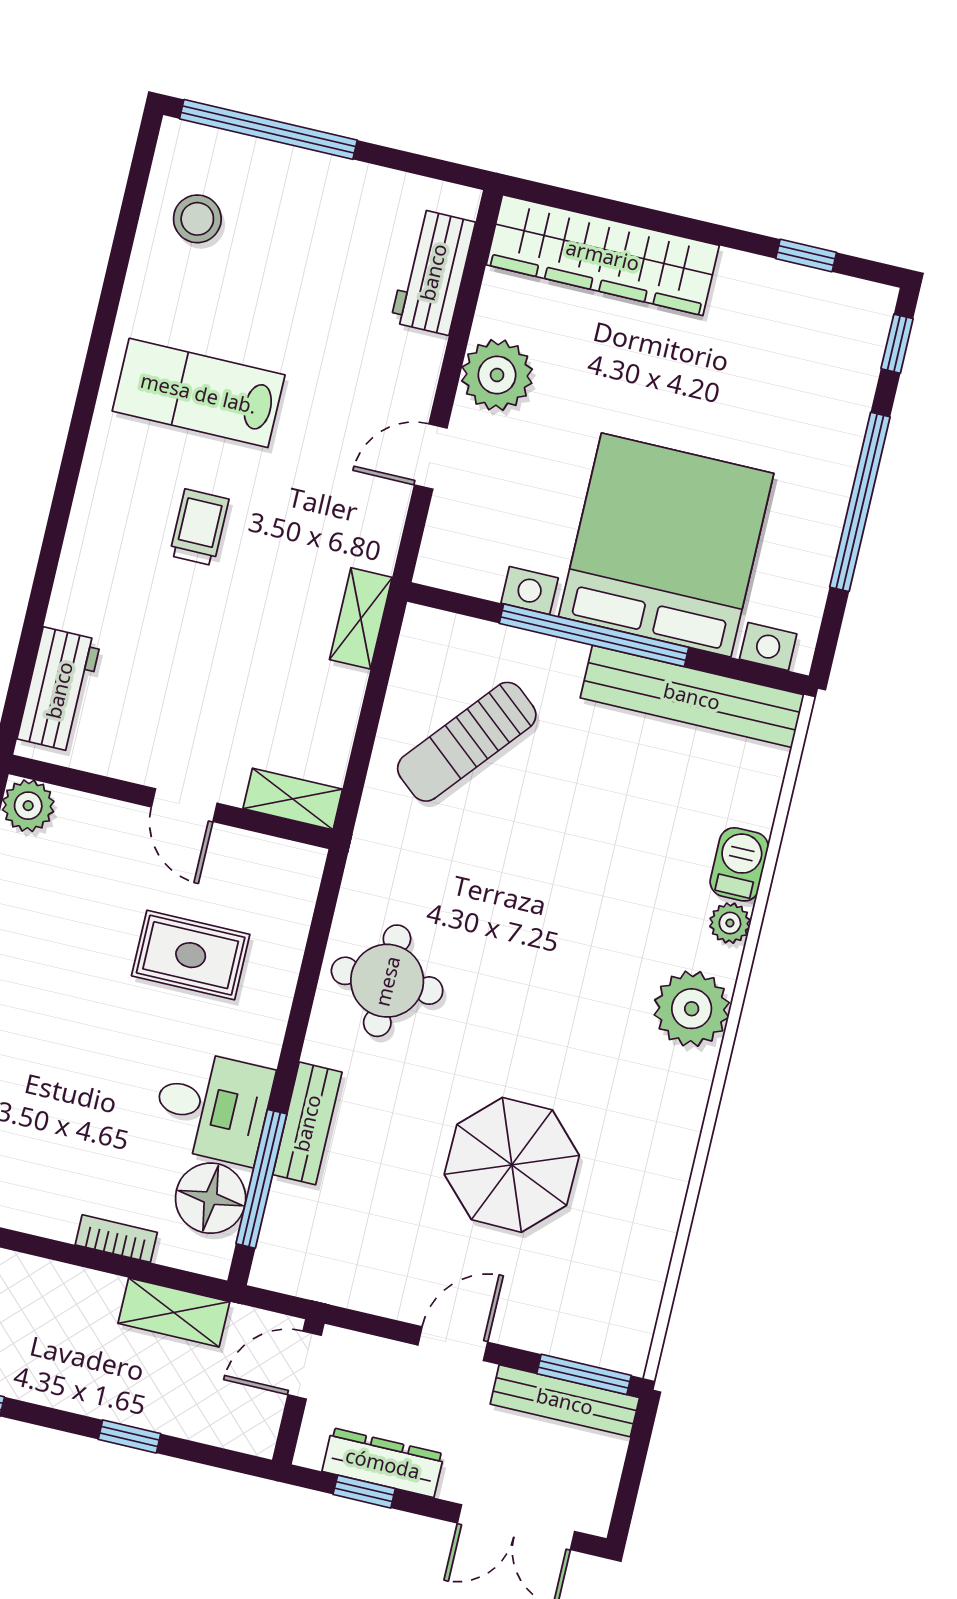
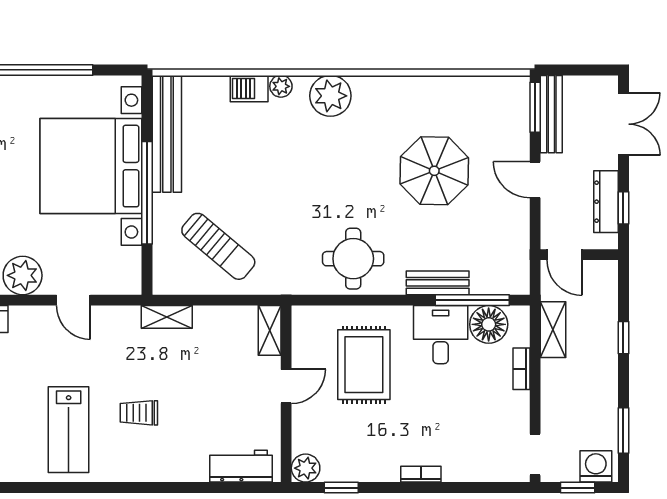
rug: (191, 955) -> (364, 365), width x1.36, depth x1.43

